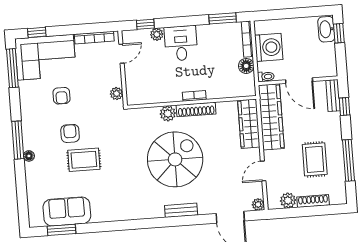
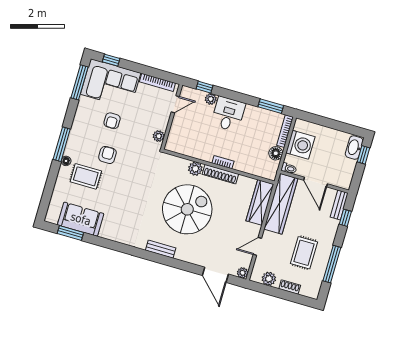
rug: (84, 160) -> (86, 176), moved
shoe rack: (313, 201) -> (290, 287), width x0.70
bench: (181, 210) -> (161, 249), moved

